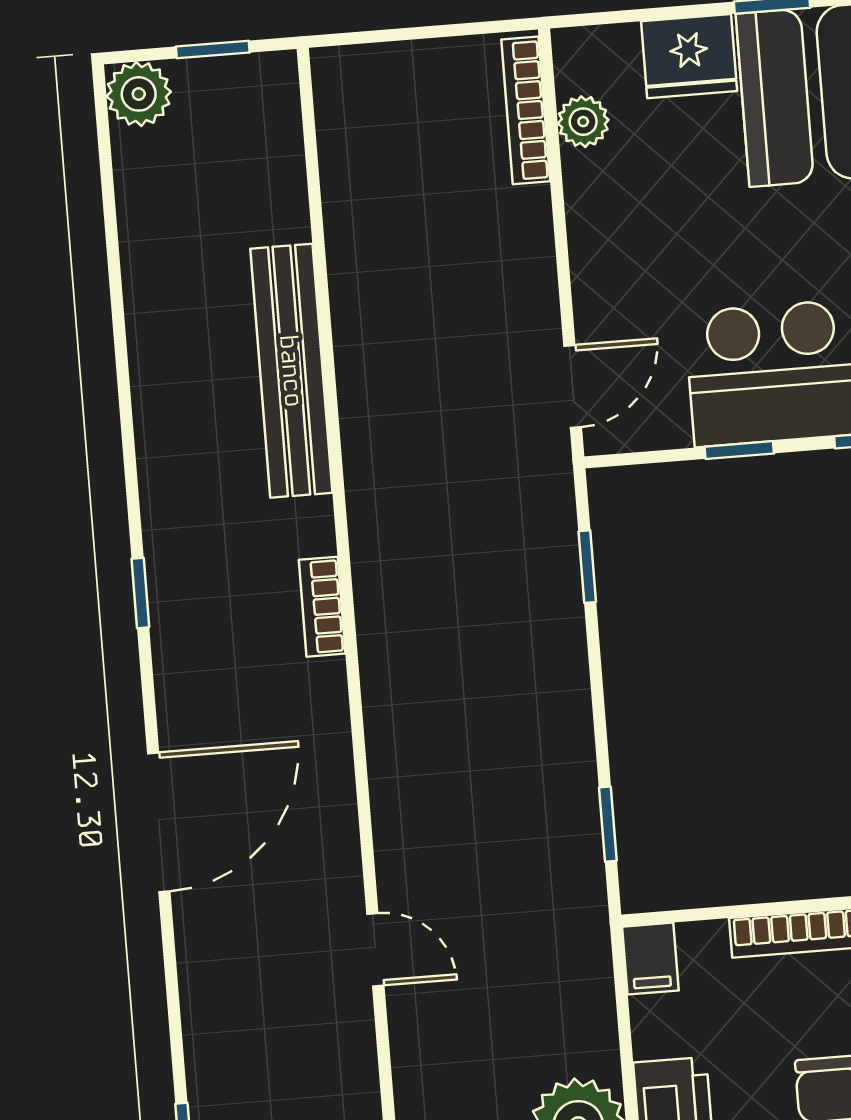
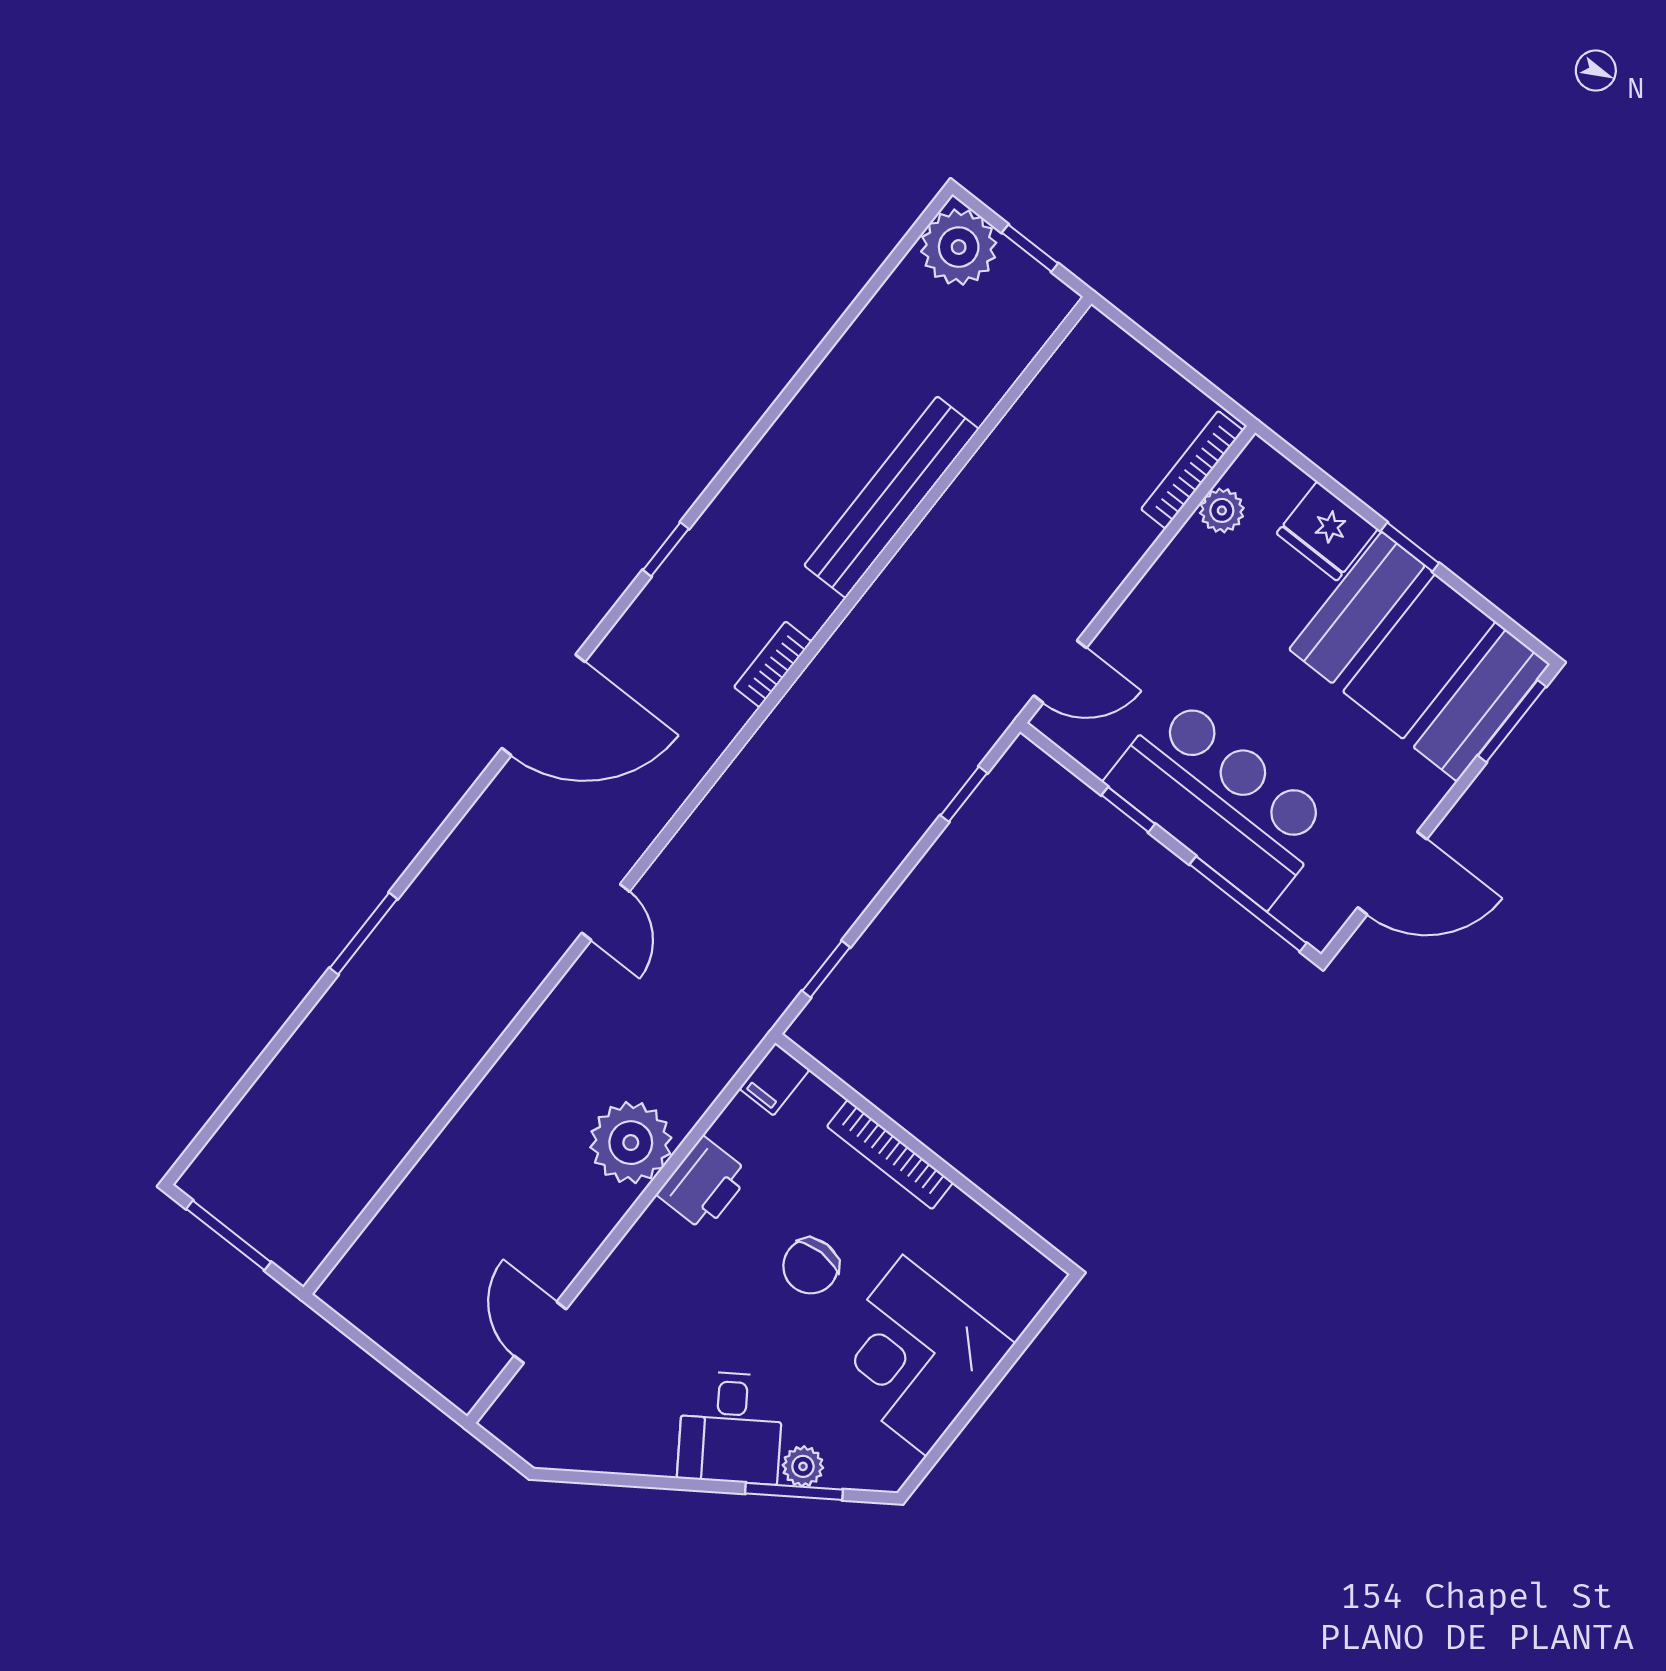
plant: (139, 94) -> (959, 247), width x1.36, depth x1.36

